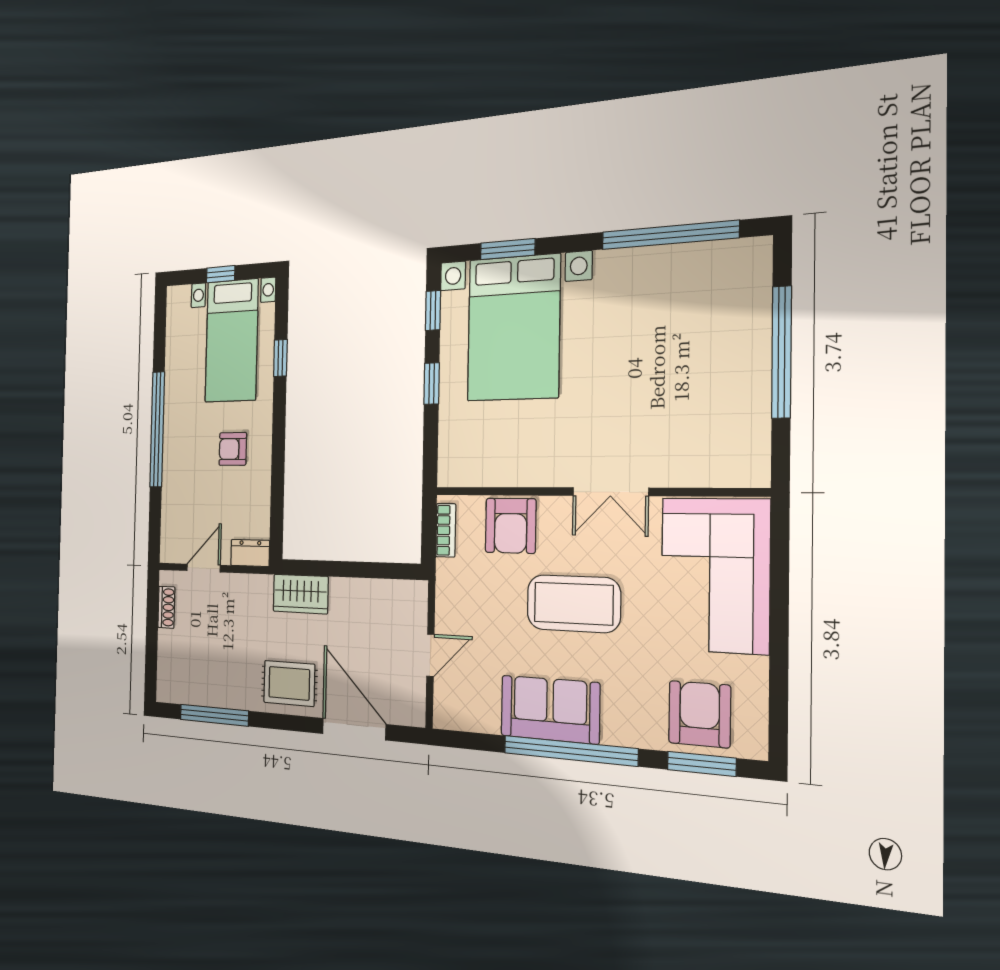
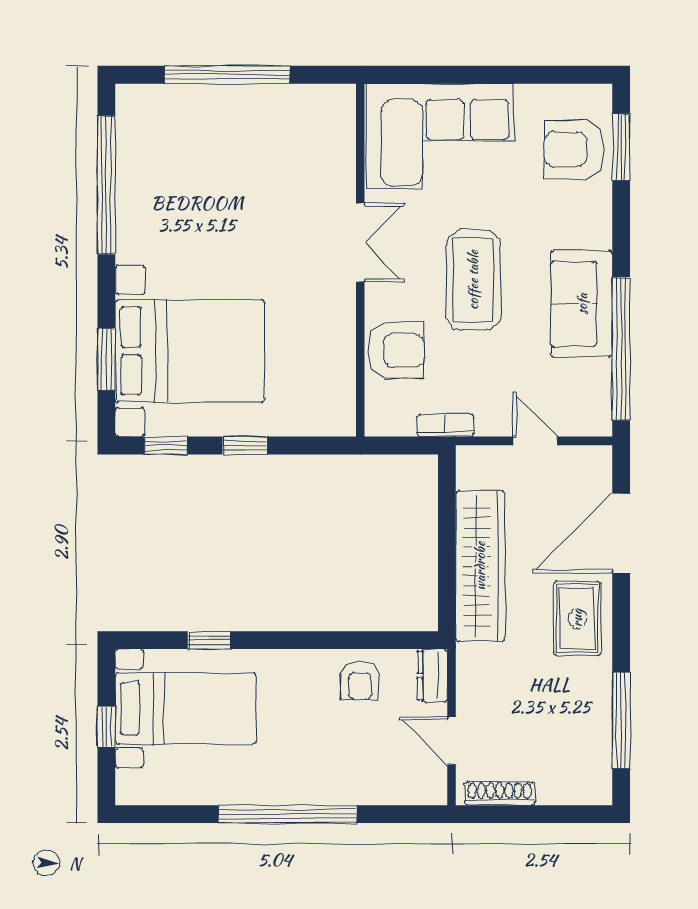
armchair: (233, 449) -> (360, 681), moved
bookcase: (446, 530) -> (446, 425), moved
wardrobe: (301, 594) -> (480, 566), width x2.10, depth x1.17
shoe rack: (166, 607) -> (500, 794), width x1.43
window: (570, 751) -> (621, 349), moved

